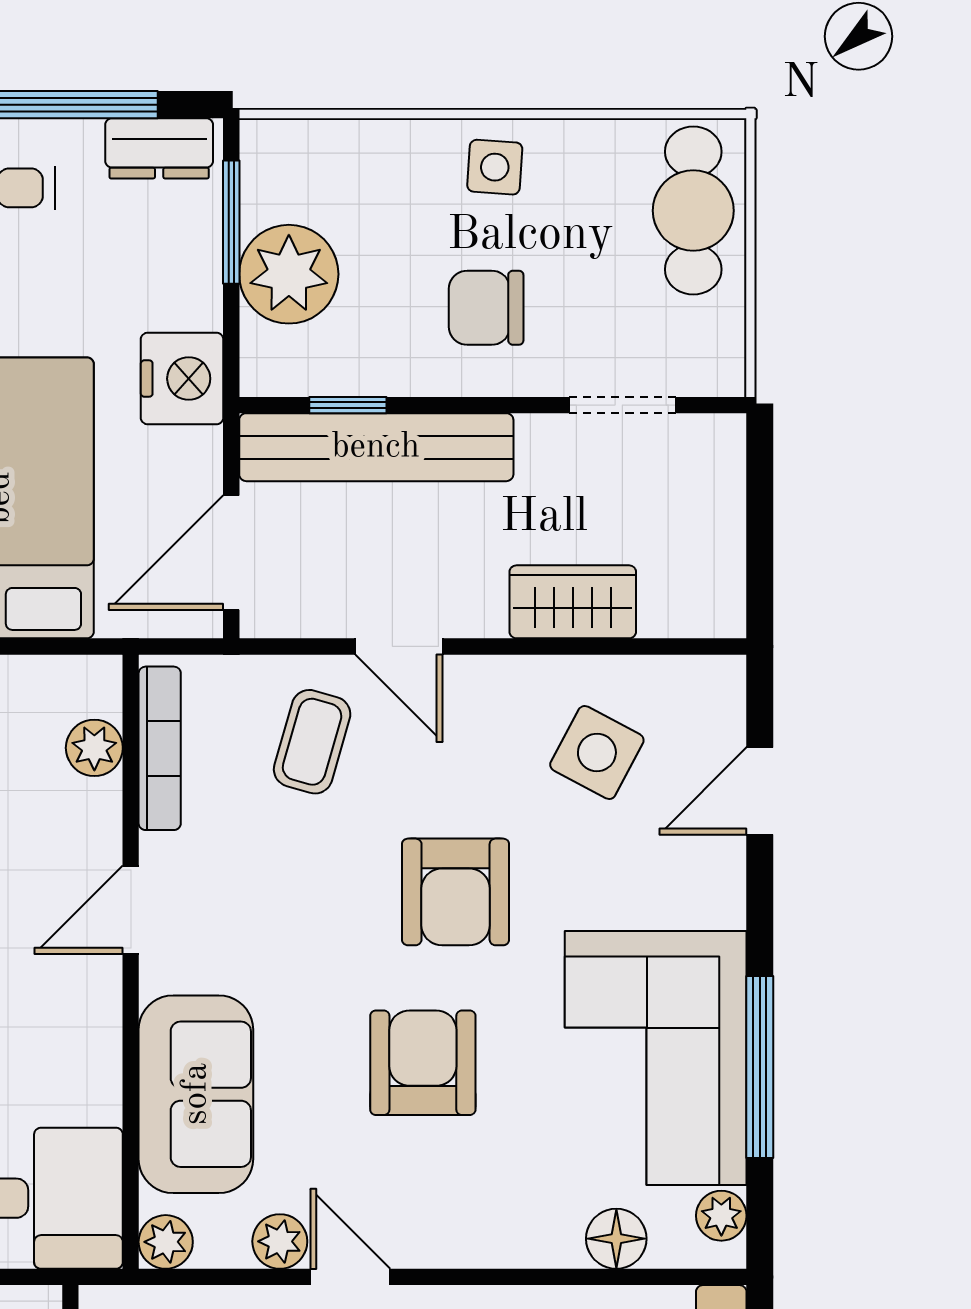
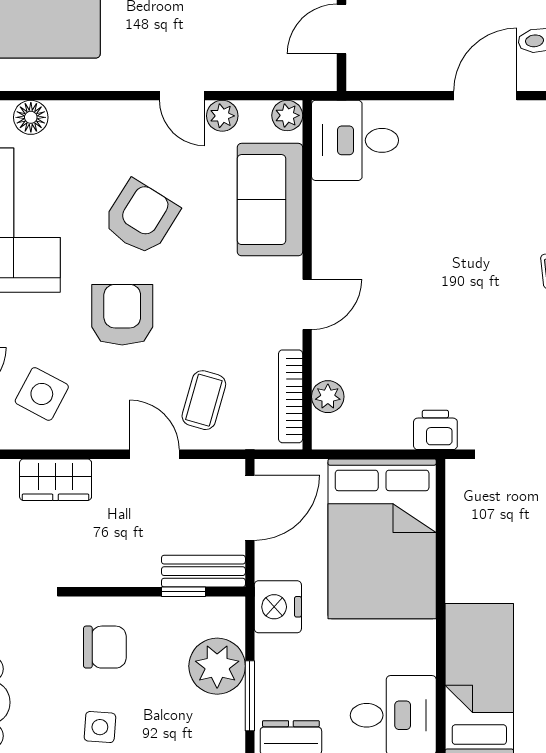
bench: (376, 447) -> (203, 571), width x0.54, depth x0.82
armchair: (423, 1063) -> (141, 217), turned -148

